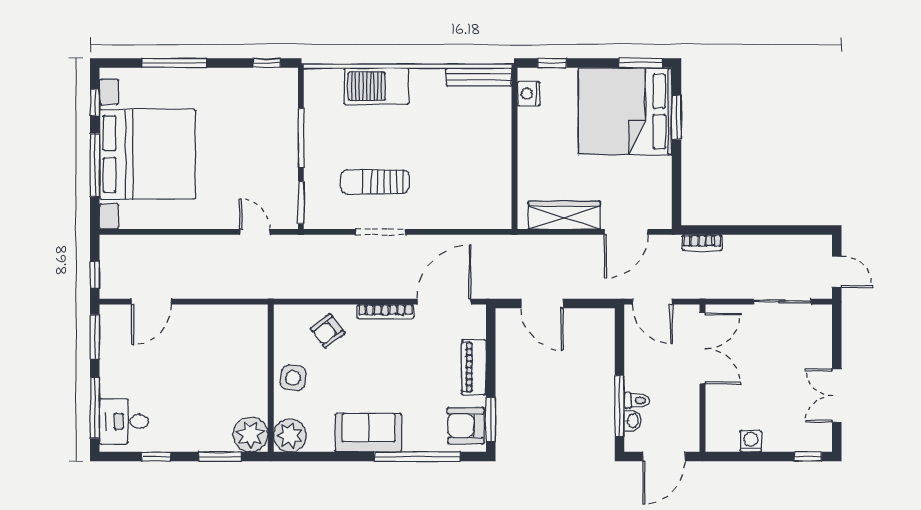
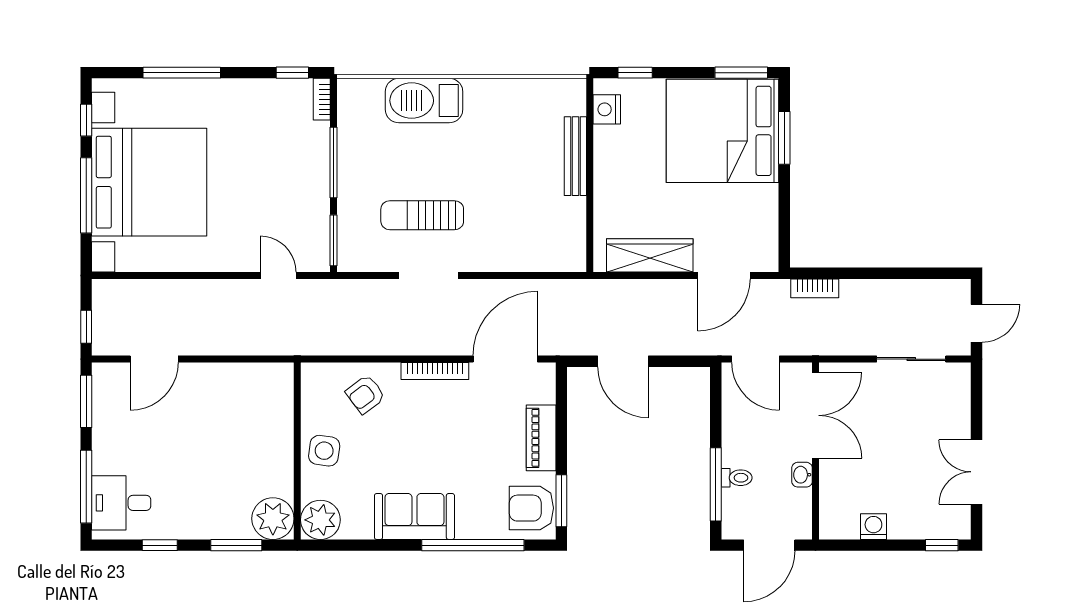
bench: (479, 77) -> (575, 156), moved, turned 90
bookcase: (291, 85) -> (322, 99), added
door: (837, 272) -> (977, 323), hinge flipped
washbasin: (633, 421) -> (802, 475), moved, turned 180

